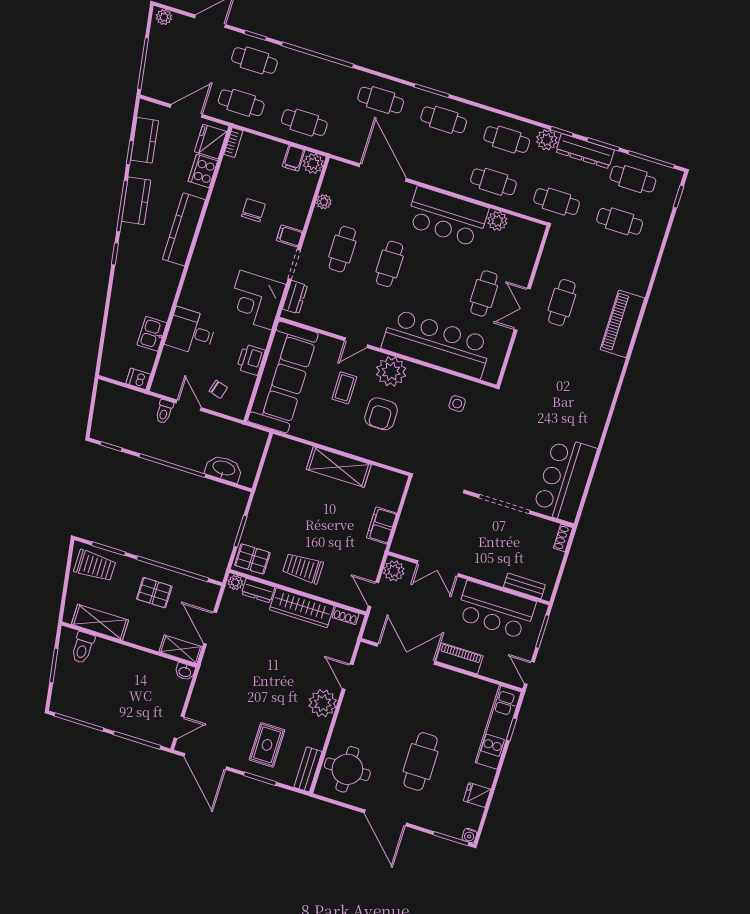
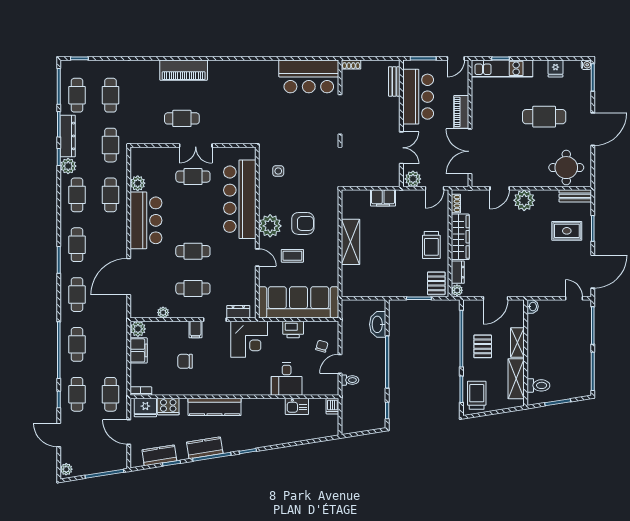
cafe table: (304, 123) -> (77, 344), moved
filing cabinet: (294, 158) -> (139, 350), width x2.00
shelving: (181, 649) -> (517, 343), moved

